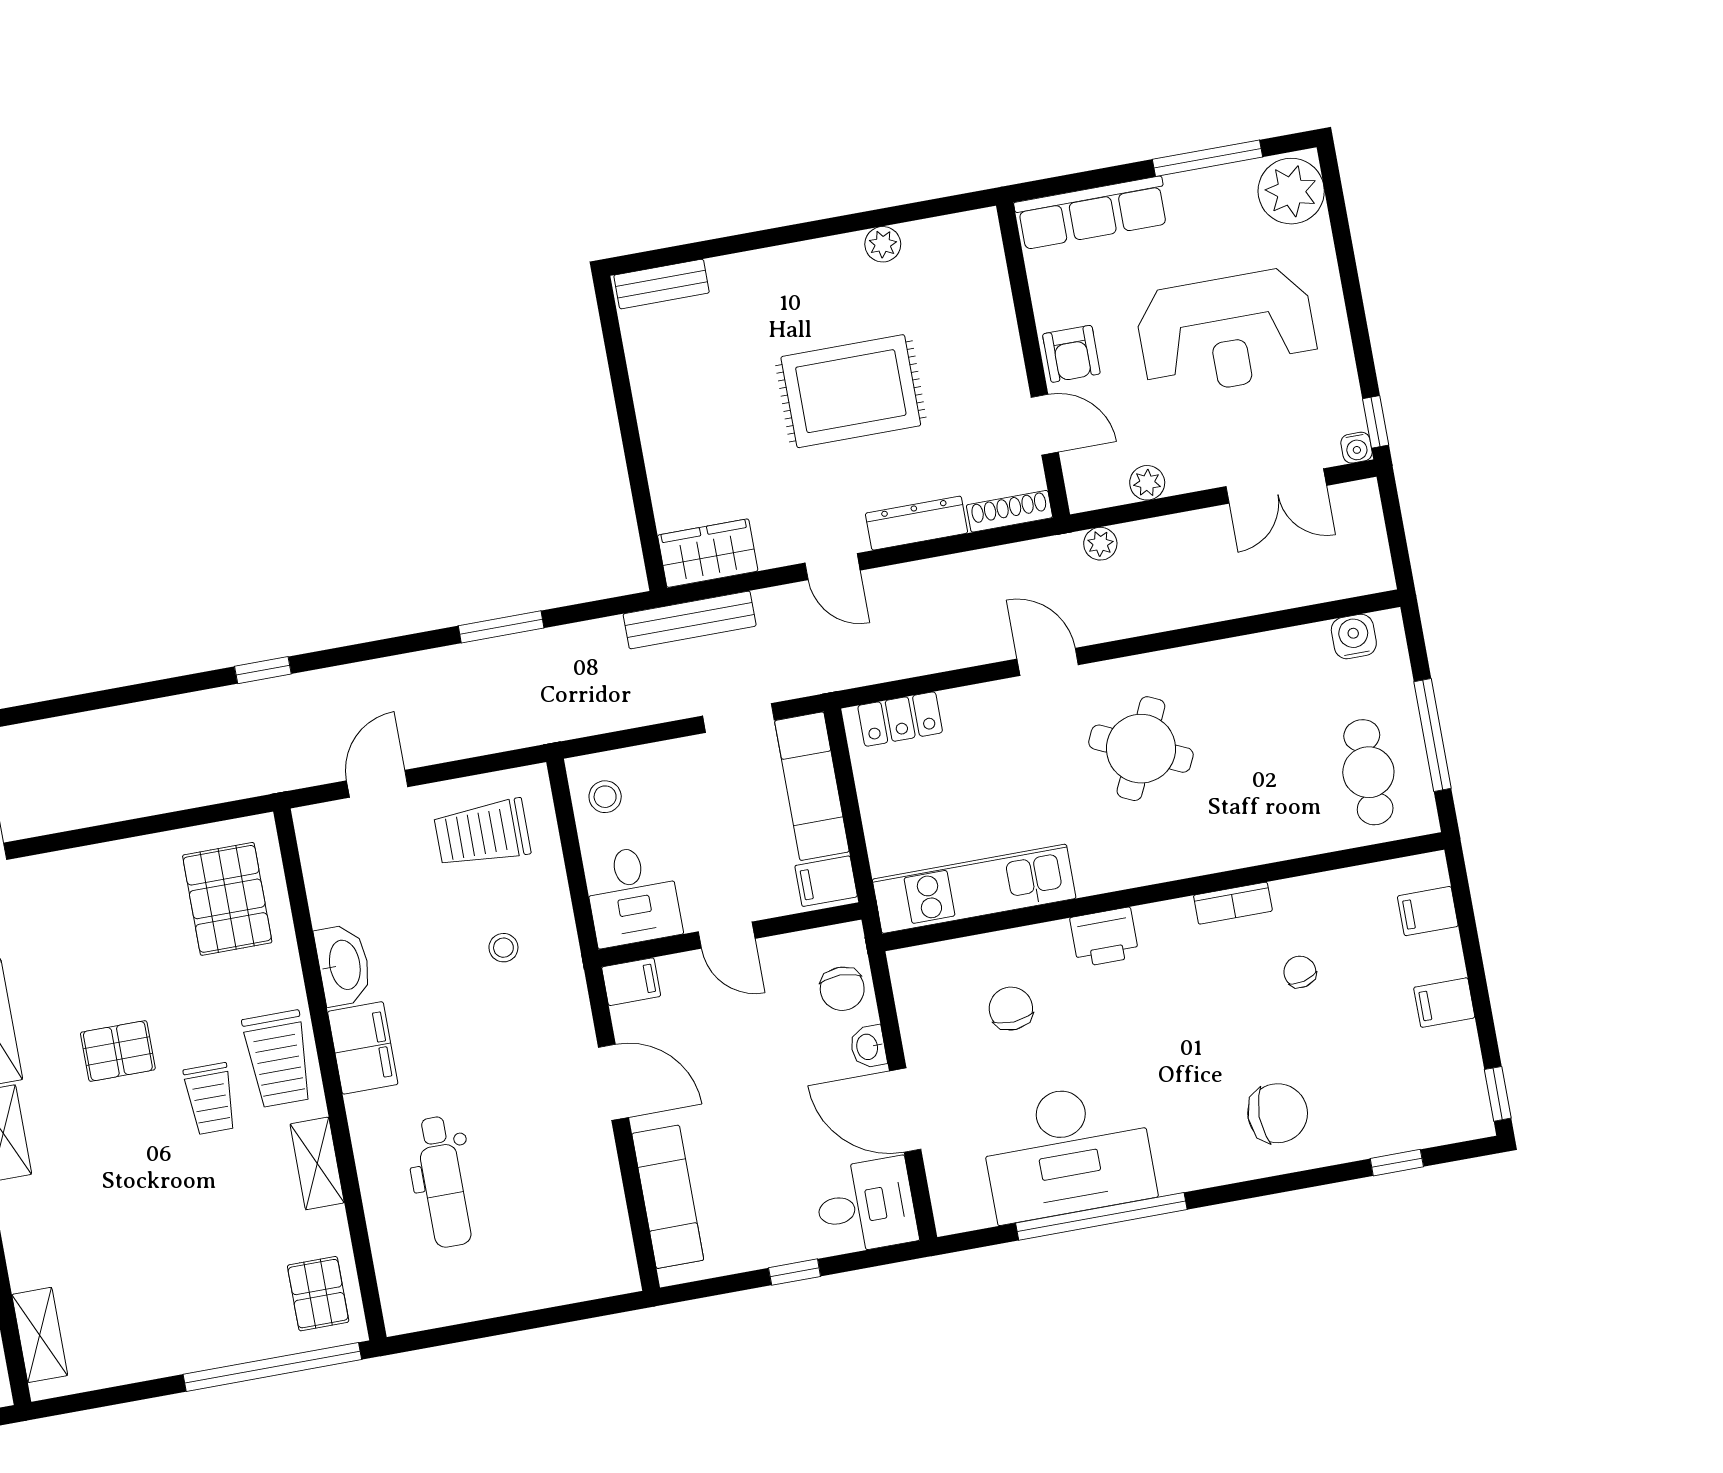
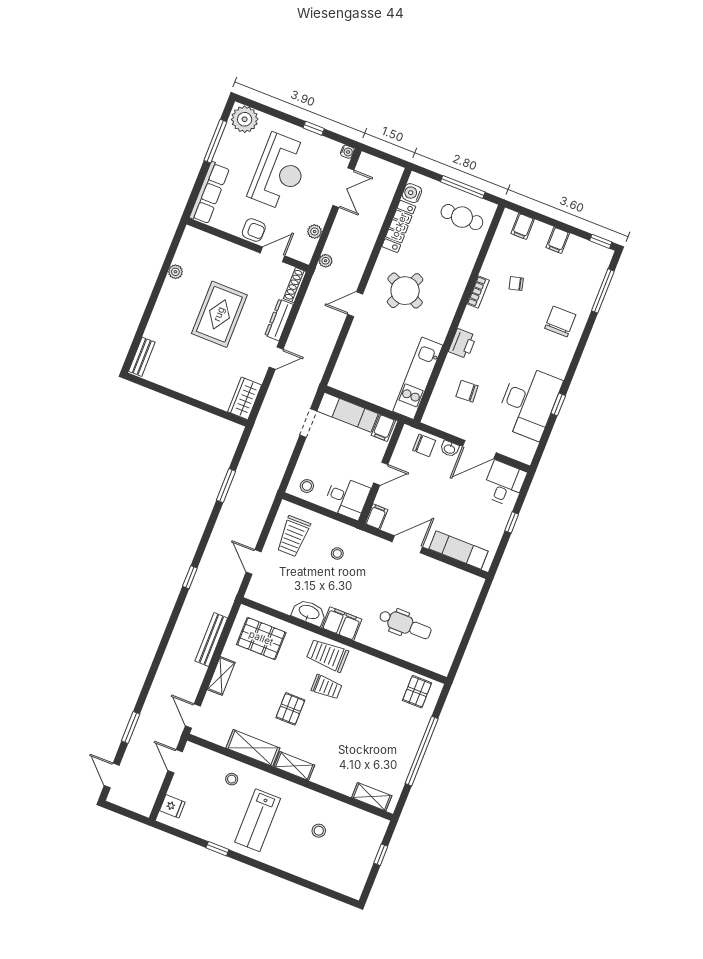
window: (1376, 422) -> (314, 128), moved
bench: (690, 620) -> (211, 640), moved
locker: (900, 719) -> (399, 226), moved, width x1.53
trolley: (278, 1059) -> (327, 655), turned 180
shelving: (317, 1163) -> (221, 676), moved, turned 90
window: (1397, 1163) -> (603, 291), width x2.17
window: (1101, 1216) -> (558, 404), width x0.32
pallet: (318, 1294) -> (417, 692), turned 90
window: (272, 1367) -> (422, 751), moved

